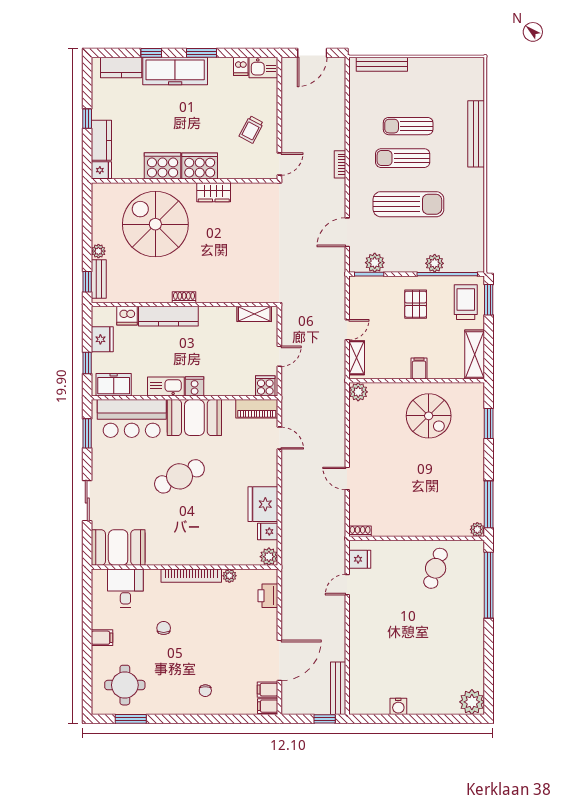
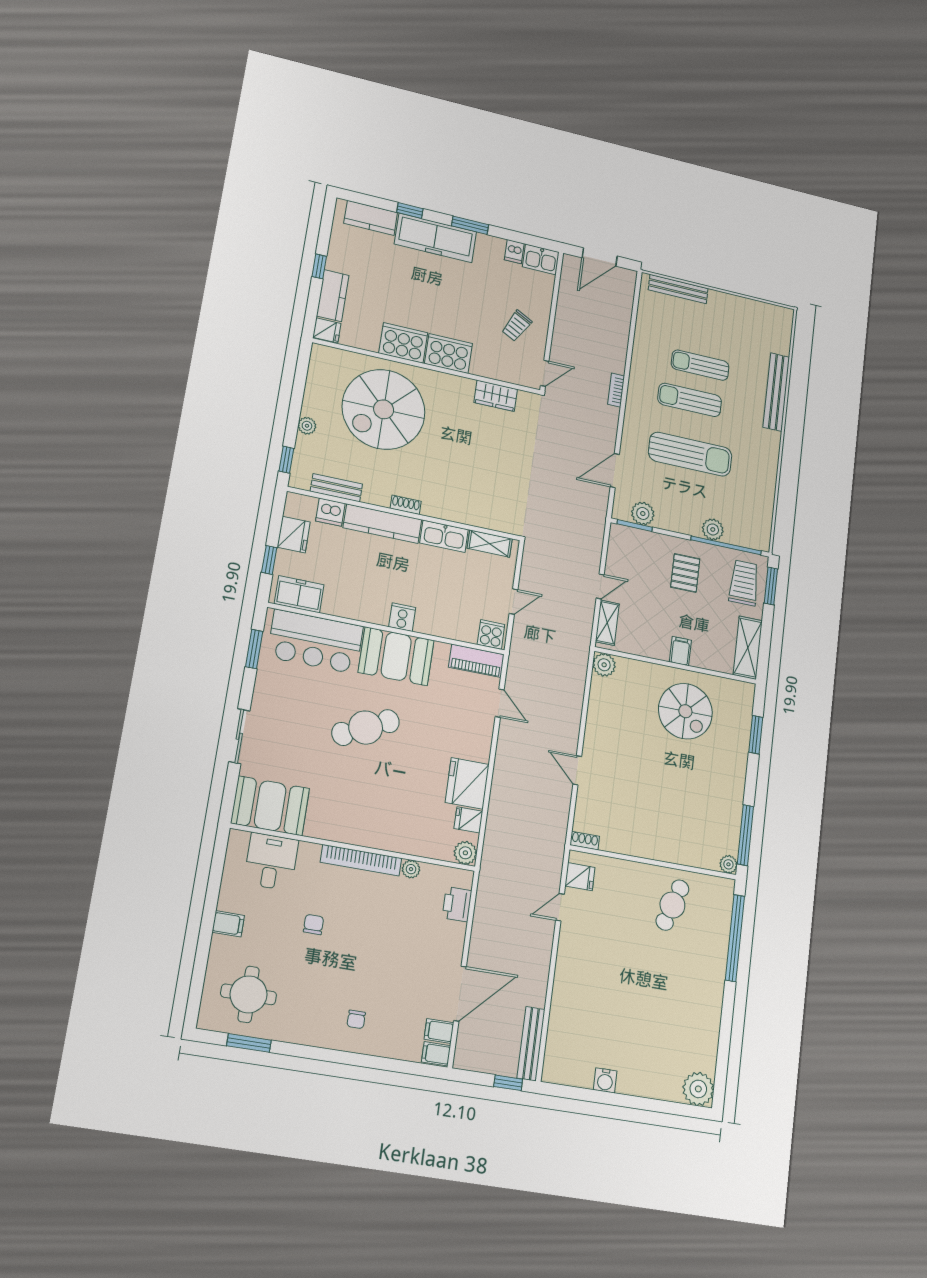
wardrobe: (214, 192) -> (496, 396), moved
spiral stairs: (155, 224) -> (384, 409), turned -90
bench: (99, 279) -> (336, 488), moved, turned 90
kitchen sink: (166, 386) -> (444, 536), moved, turned 180

